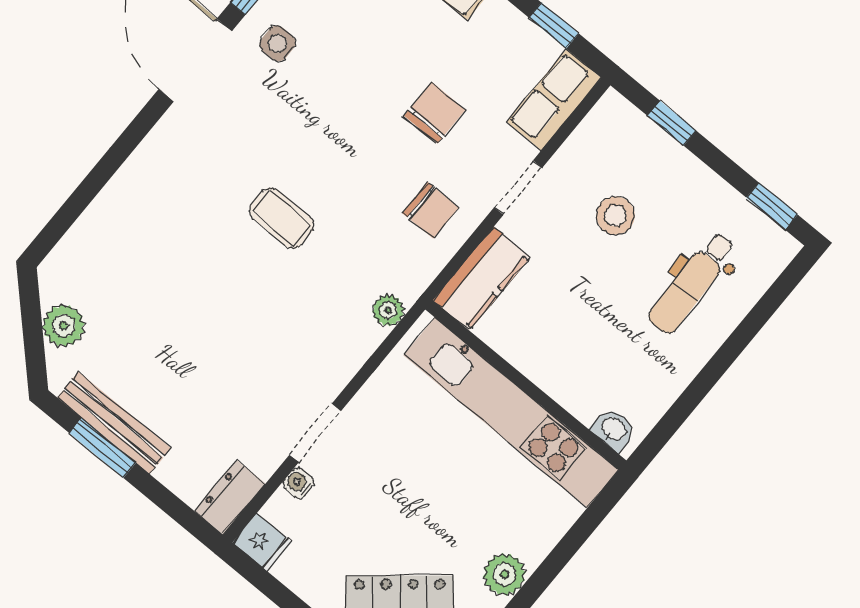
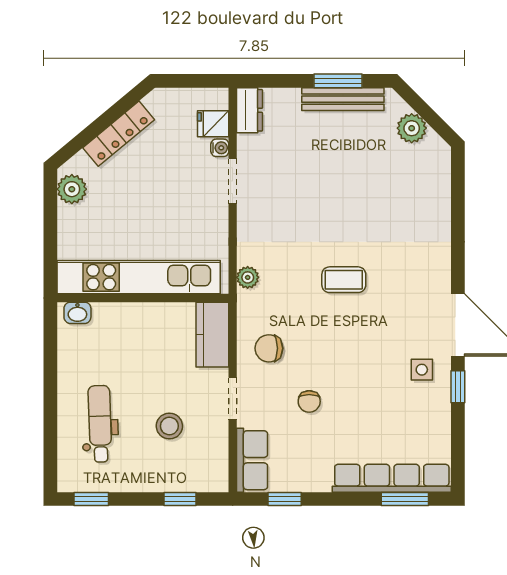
chair: (435, 113) -> (309, 401), width x0.73, depth x0.73
fridge: (262, 542) -> (213, 124), moved

